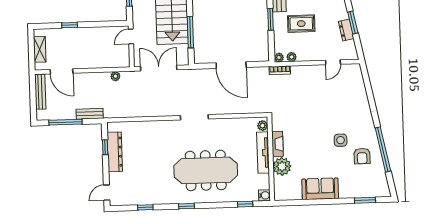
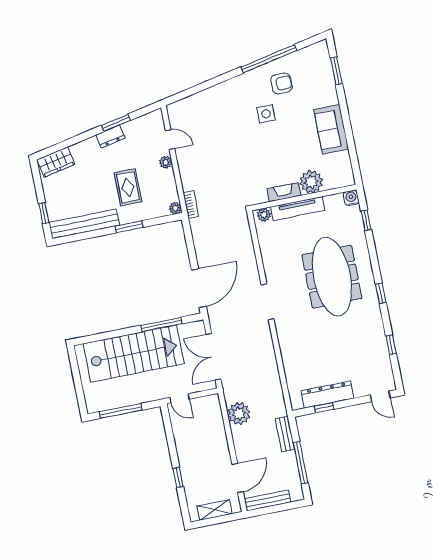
dresser: (346, 30) -> (110, 137), moved
plant: (292, 57) -> (166, 162), moved
door: (231, 65) -> (199, 288), moved
plant: (115, 76) -> (239, 414), width x1.88, depth x1.88

